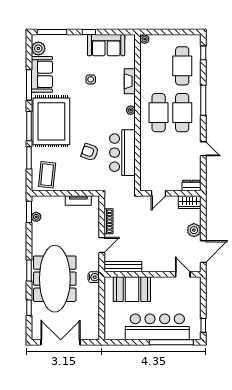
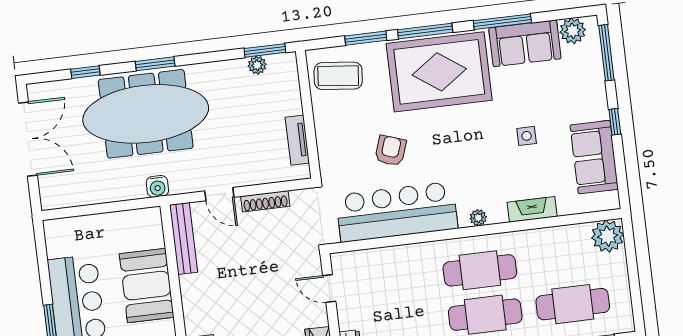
plant: (145, 39) -> (608, 236), width x1.87, depth x1.87
bar counter: (122, 153) -> (397, 212), width x1.36
booth: (132, 289) -> (147, 286), moved

